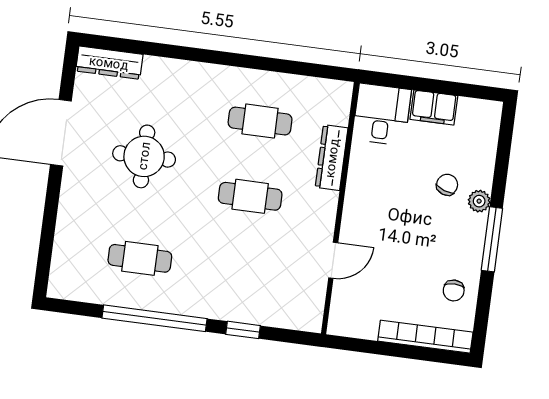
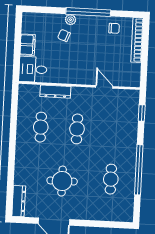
window: (492, 239) -> (88, 12), width x1.46
window: (243, 330) -> (142, 113), moved

